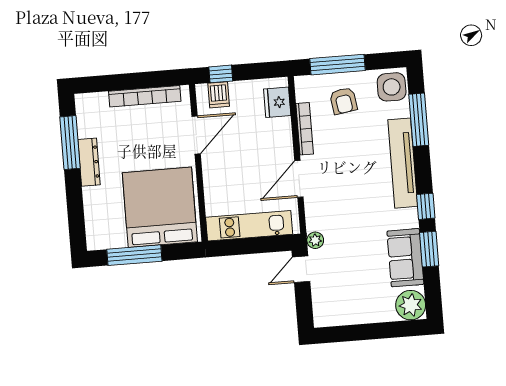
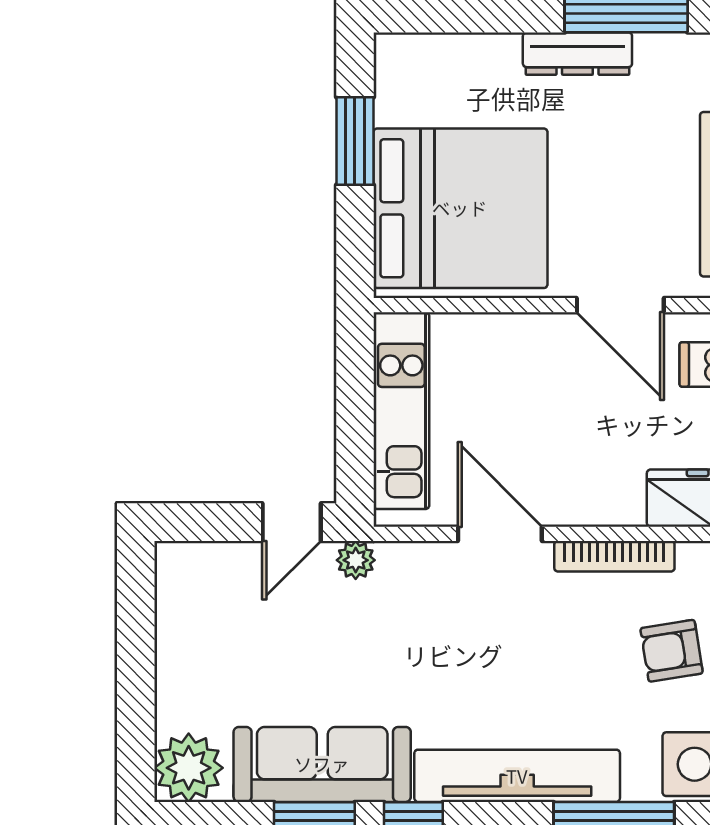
window: (134, 255) -> (355, 141), width x0.69
sofa: (405, 258) -> (322, 764), width x1.36
door: (301, 269) -> (292, 522), swing flipped

